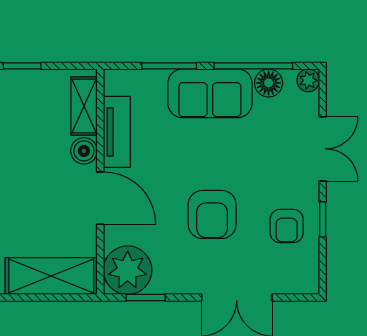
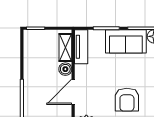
tv unit: (117, 132) -> (81, 47), moved
door: (100, 198) -> (73, 92), swing flipped

